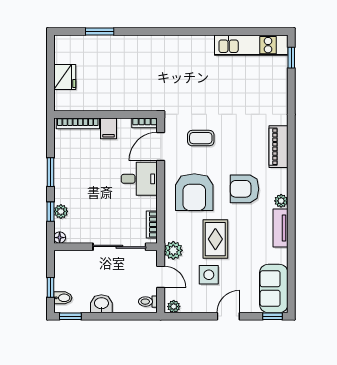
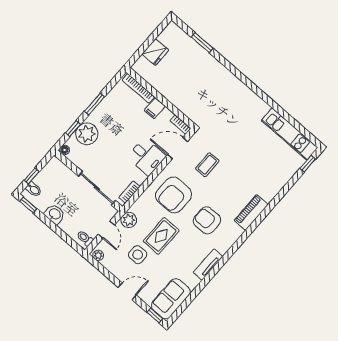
coffee table: (201, 138) -> (207, 165), turned 90
plant: (281, 201) -> (223, 248), removed
plant: (61, 211) -> (87, 134), width x1.88, depth x1.88

